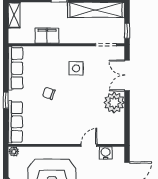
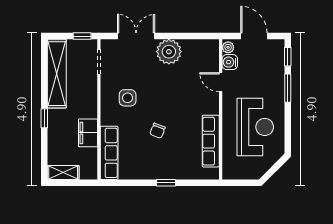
row of seats: (15, 68) -> (109, 153), moved, turned 90
double door: (127, 75) -> (136, 36), swing flipped
row of seats: (15, 122) -> (211, 141), moved, turned -90
plant: (14, 152) -> (228, 47), moved

